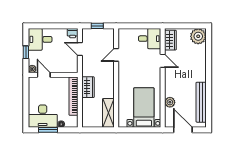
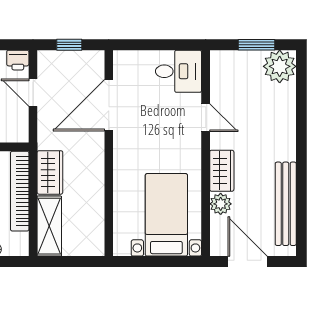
window: (187, 26) -> (257, 45), added
wardrobe: (170, 40) -> (222, 171), moved
door: (116, 55) -> (109, 105), width x1.87
shelving: (108, 113) -> (49, 226), moved

